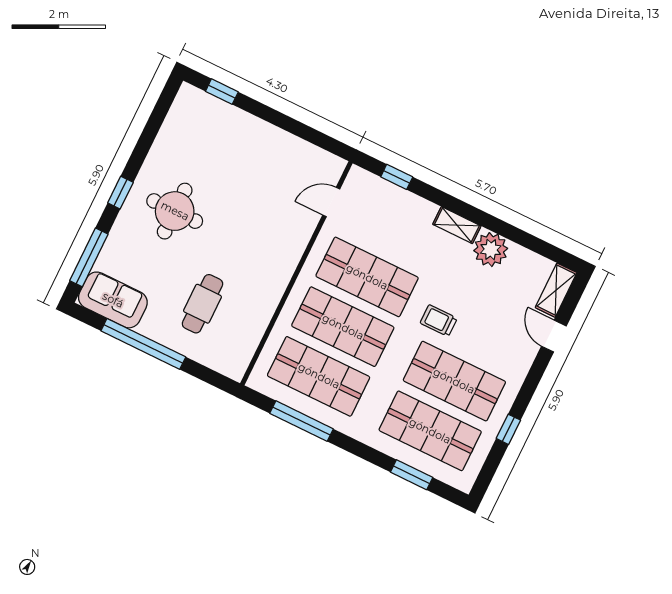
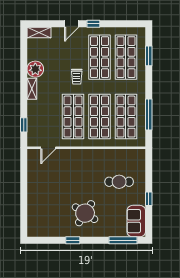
window: (222, 92) -> (24, 218), removed
window: (120, 193) -> (73, 240), moved
door: (331, 202) -> (48, 148), hinge flipped
round table: (175, 211) -> (85, 213), turned 33
door: (554, 336) -> (72, 24), moved
window: (143, 344) -> (149, 199), width x0.32
window: (508, 429) -> (93, 24), moved

